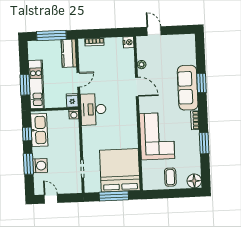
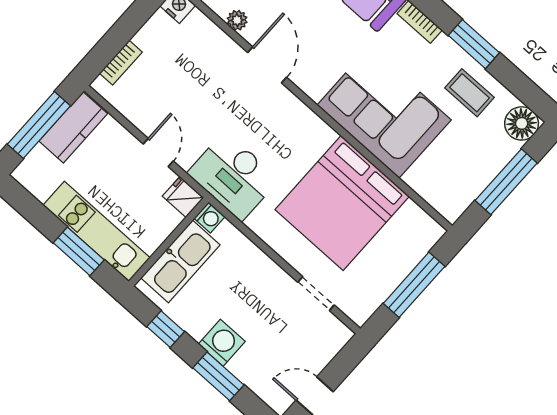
kitchen counter: (69, 53) -> (73, 127), moved, turned -90
door: (137, 87) -> (267, 65), hinge flipped
kitchen sink: (39, 130) -> (180, 261), moved, turned 90
washing machine: (40, 166) -> (222, 343), moved
bed: (120, 170) -> (342, 203), moved, turned -90
coffee table: (170, 177) -> (470, 93), moved
window: (172, 193) -> (506, 182), added

